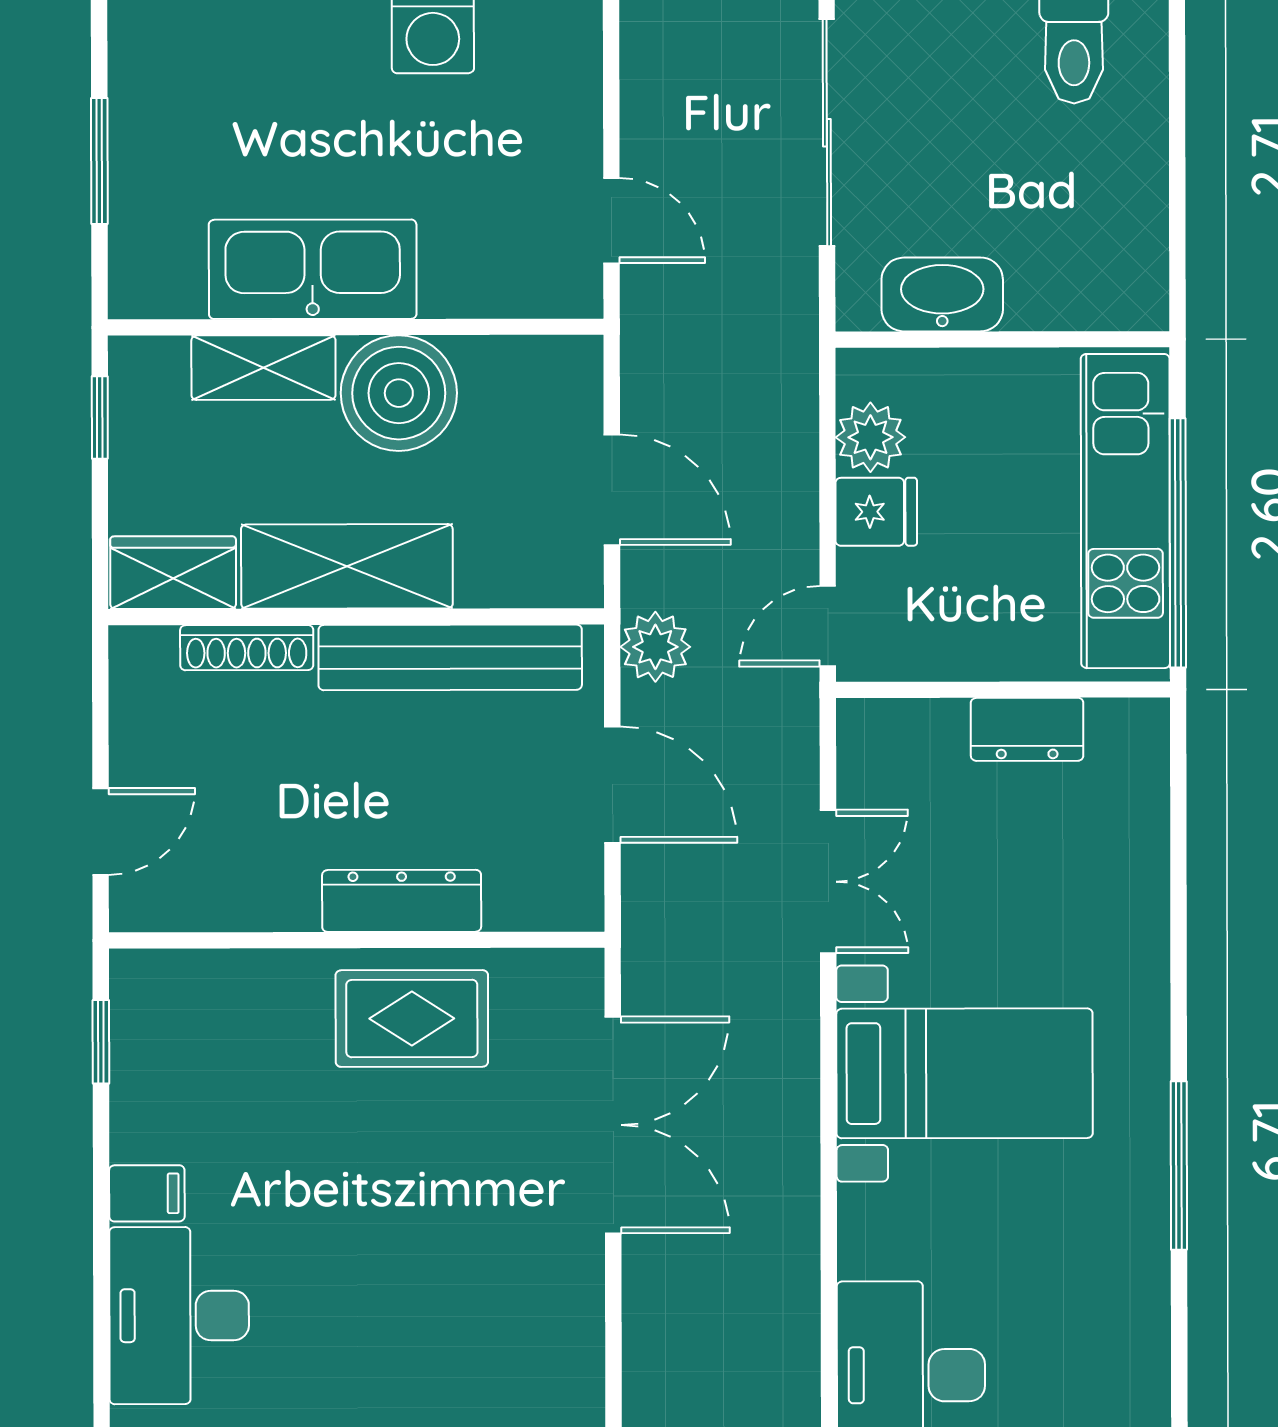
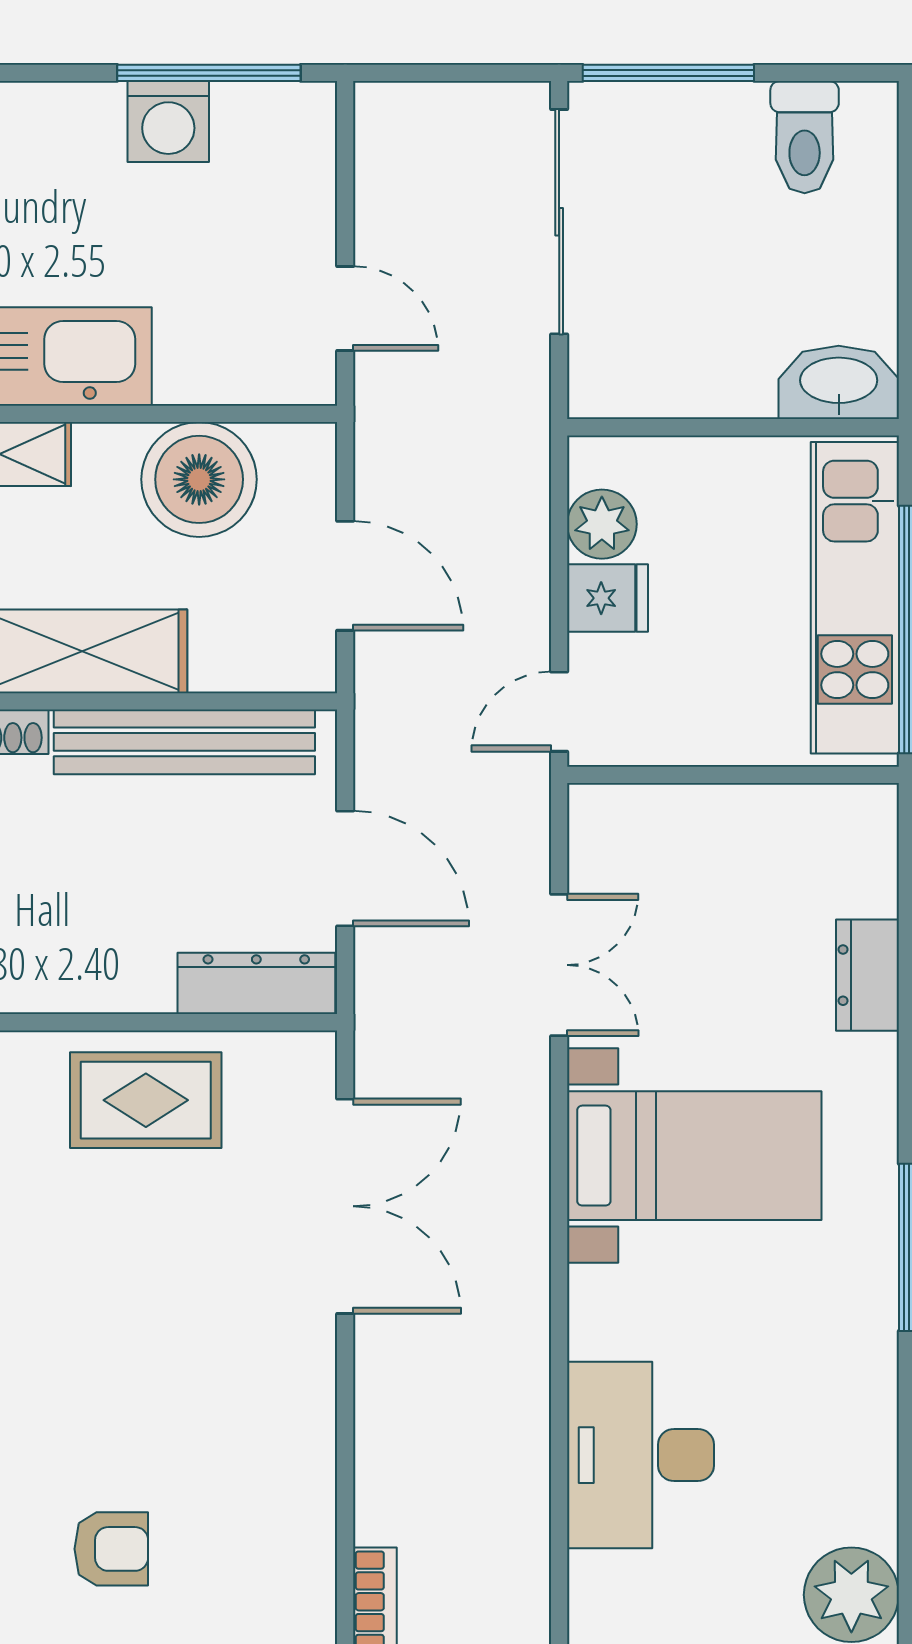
washbasin: (942, 294) -> (839, 382), moved
boiler: (399, 393) -> (199, 479), moved
plant: (655, 647) -> (388, 732), removed
dresser: (1027, 729) -> (867, 975), moved, turned 90
dresser: (402, 901) -> (256, 983), moved

